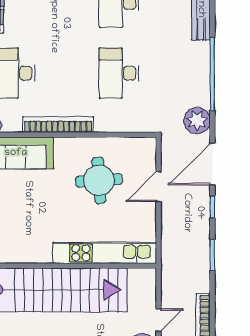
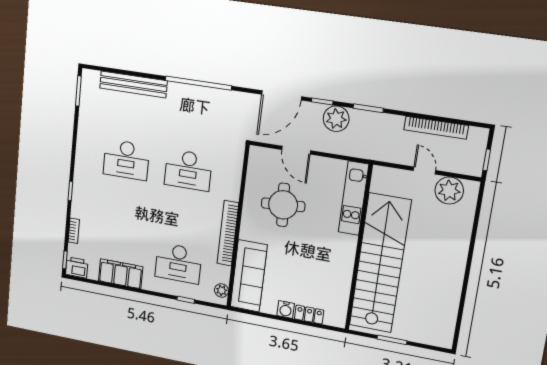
plant: (197, 121) -> (336, 119), moved
door: (212, 164) -> (282, 95), hinge flipped
kitchen unit: (105, 253) -> (353, 198), width x0.73

